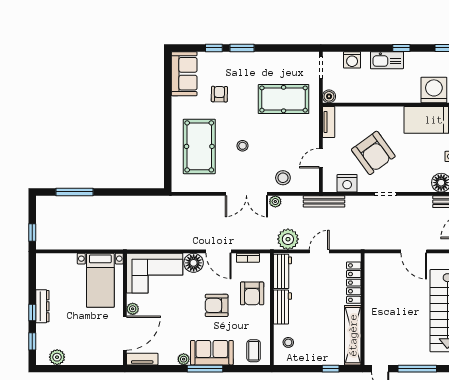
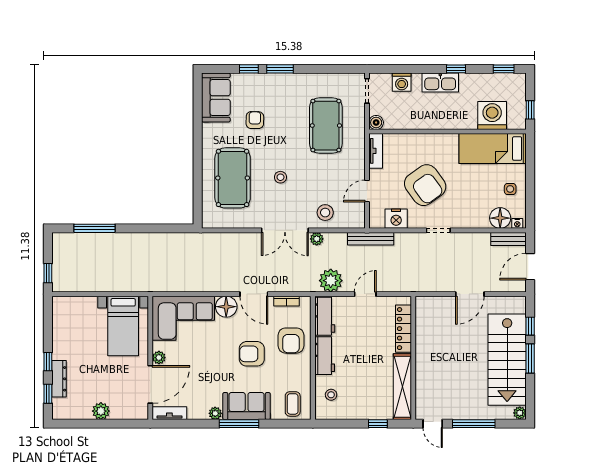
pool table: (284, 99) -> (326, 126), turned 90
door: (414, 251) -> (470, 294), hinge flipped
dresser: (42, 306) -> (59, 379), moved
plant: (57, 357) -> (101, 411), moved

